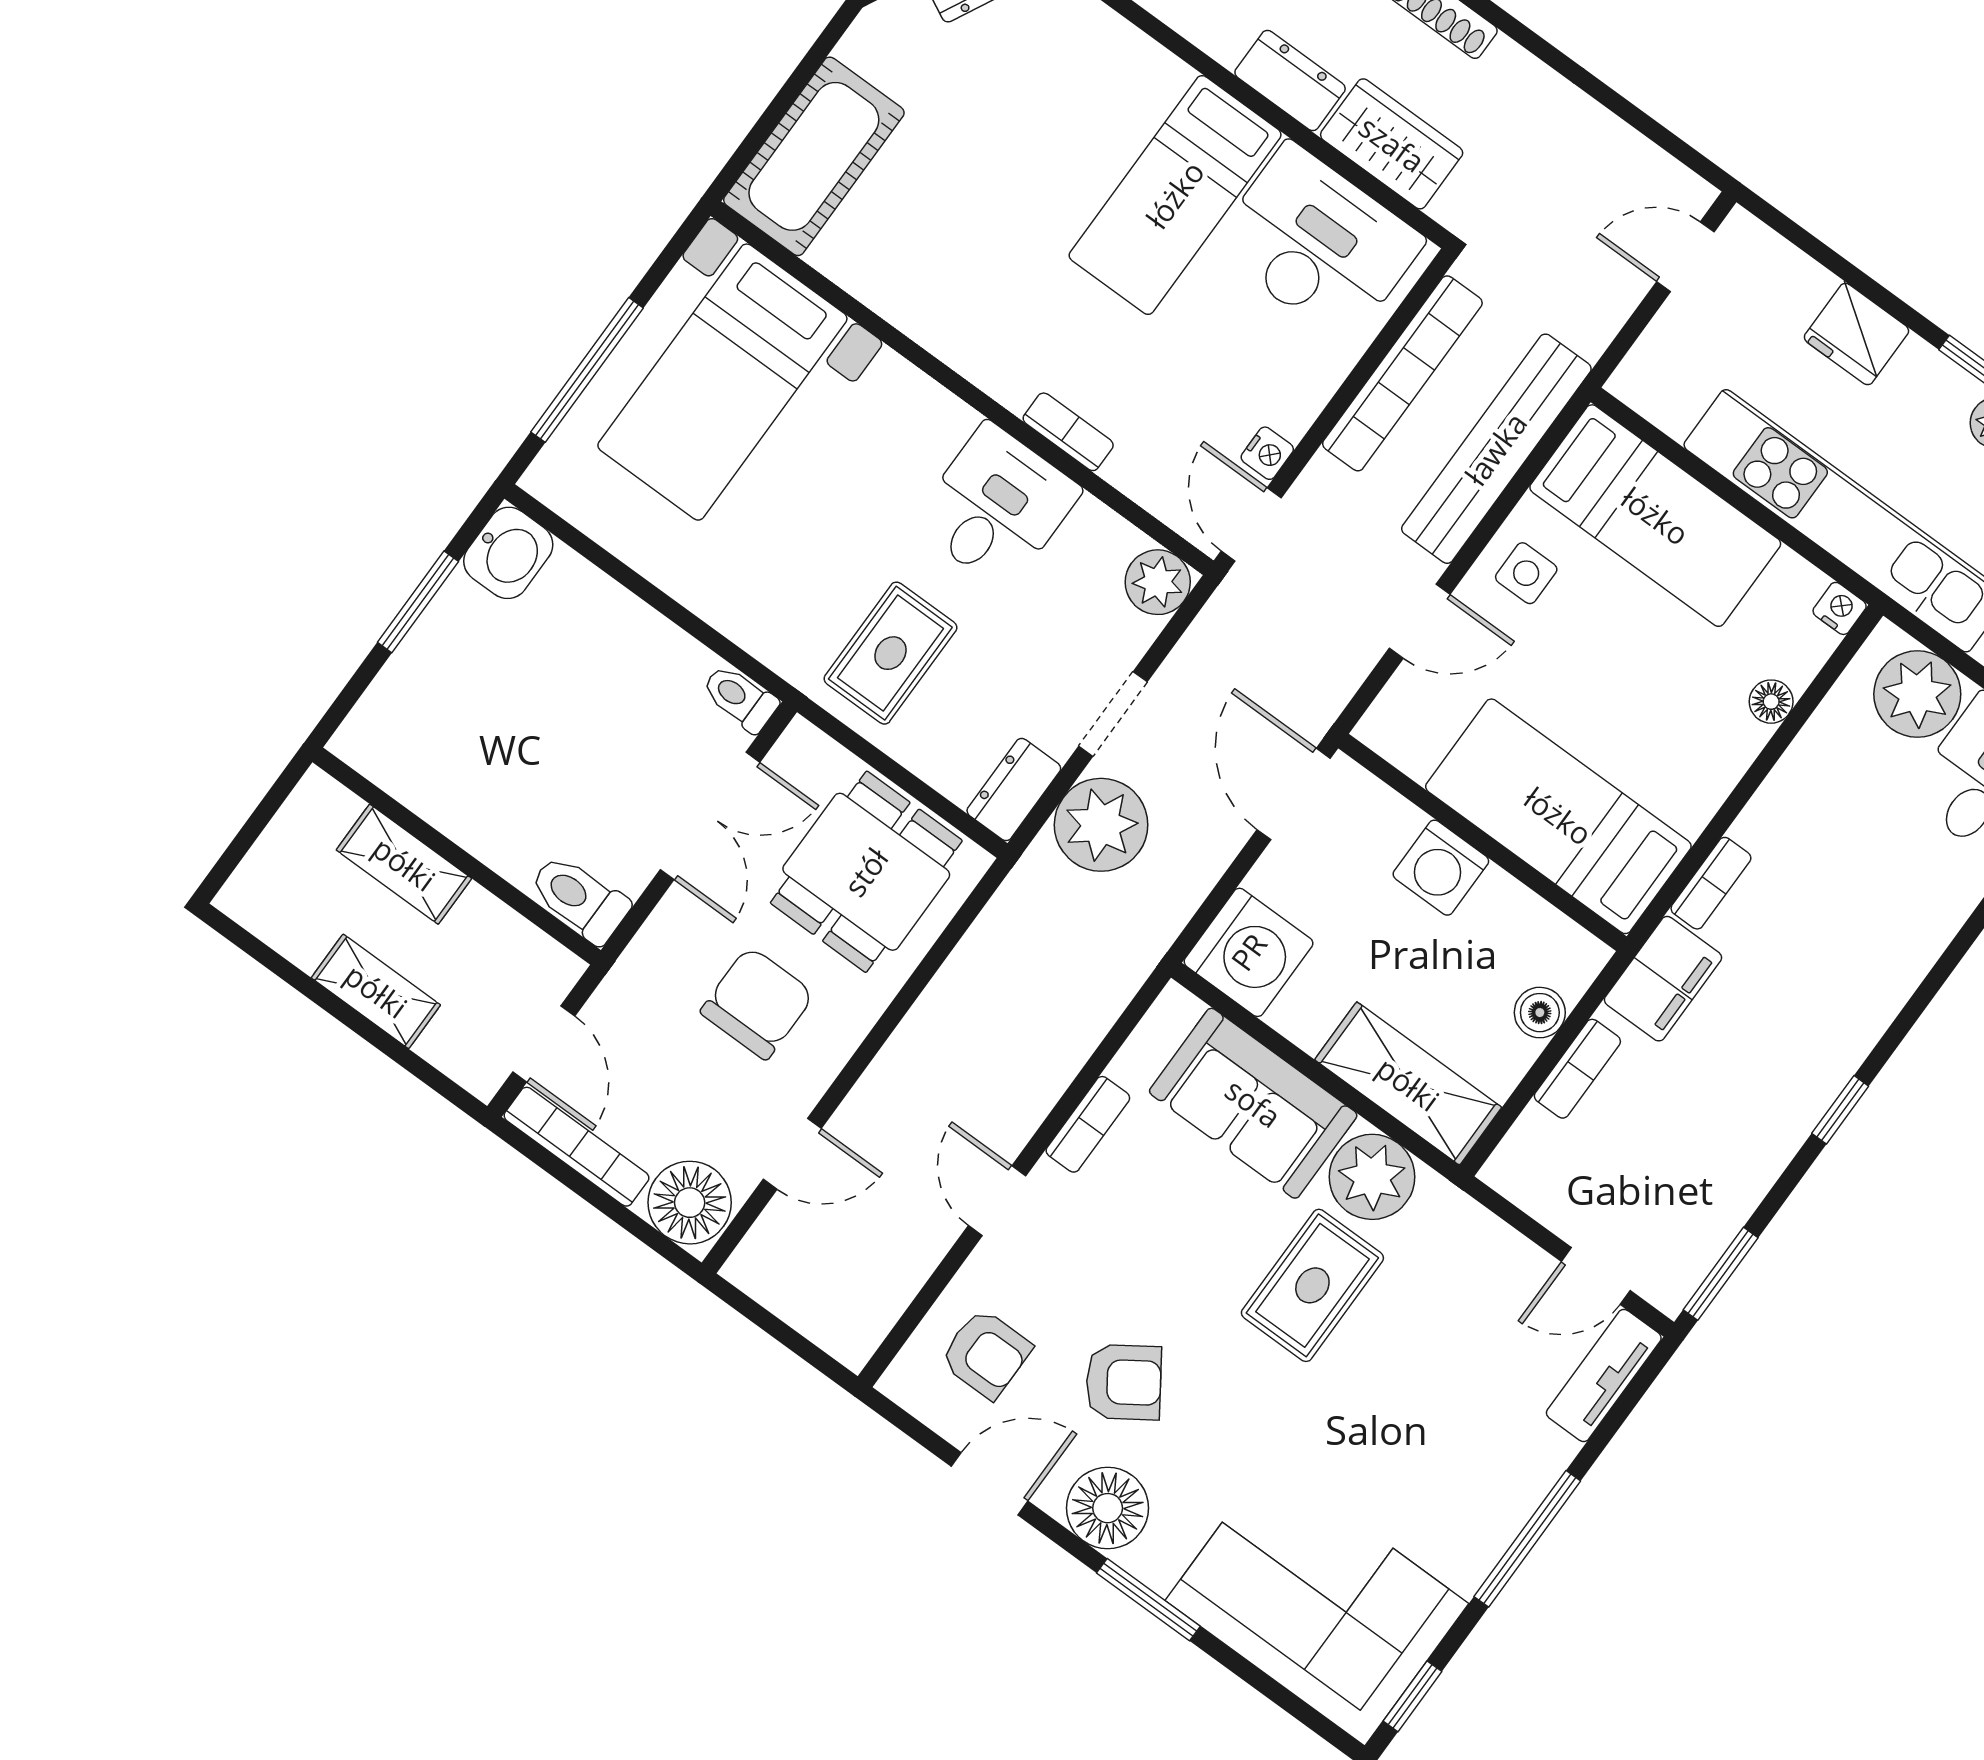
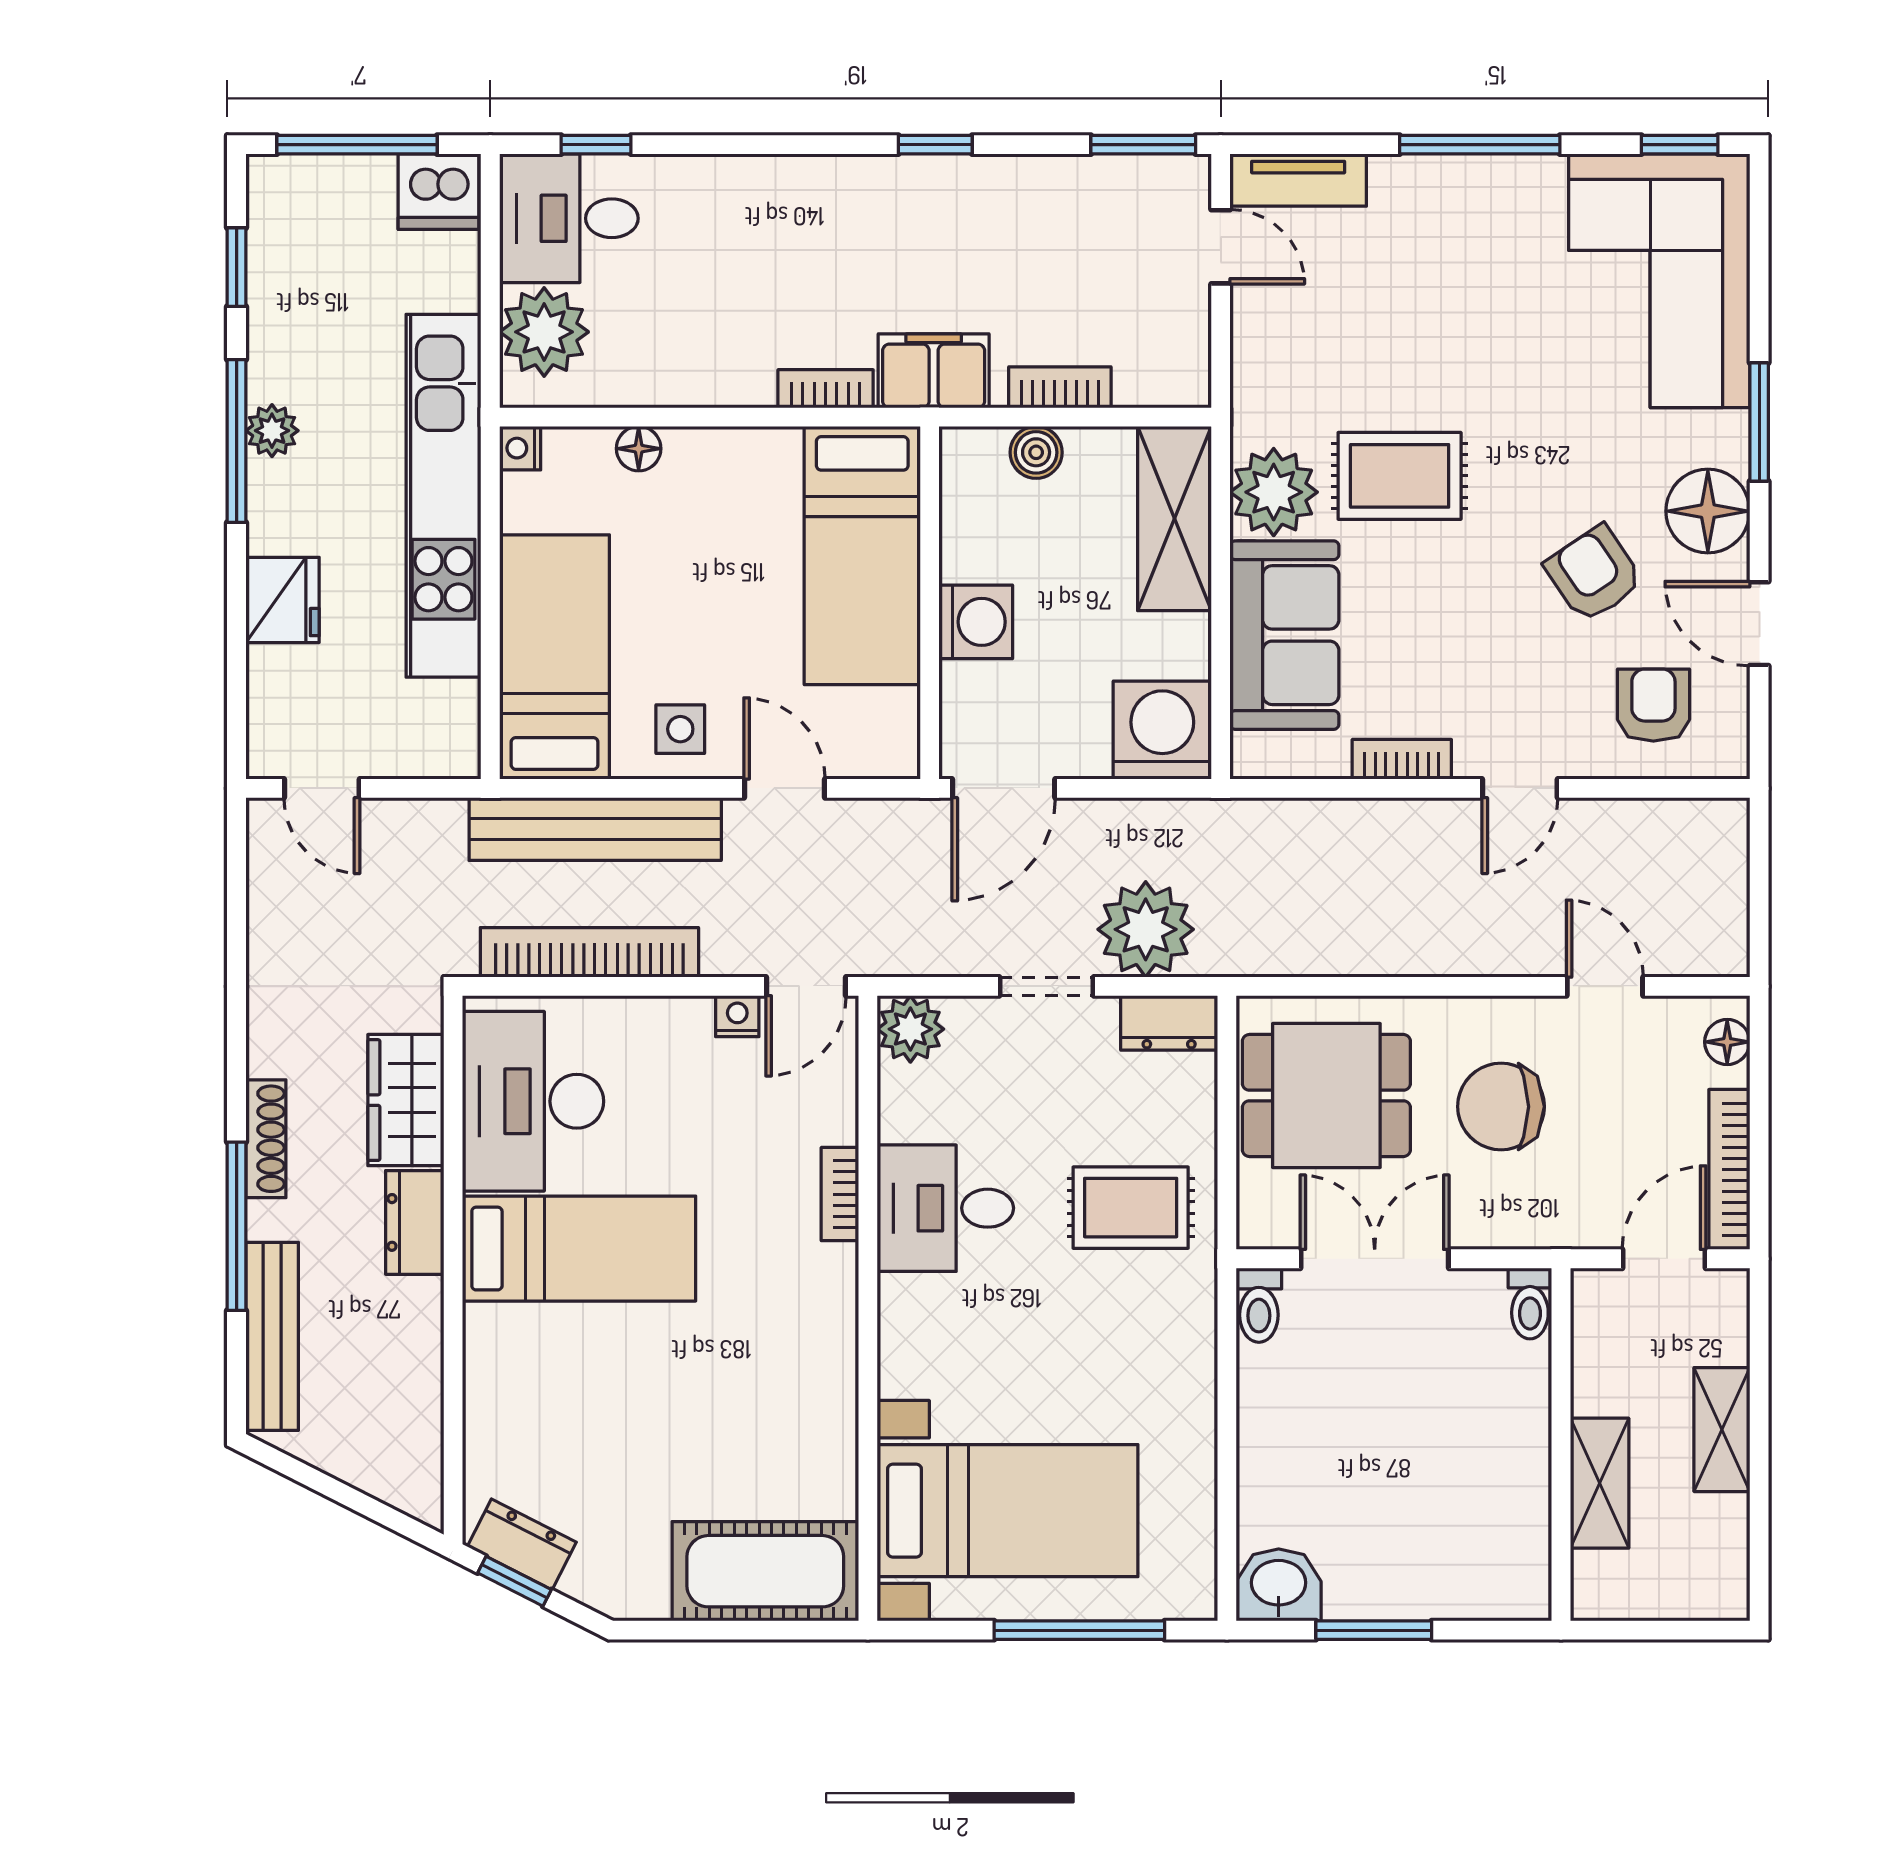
toilet: (579, 898) -> (1530, 1303), width x0.73, depth x0.72
floor lamp: (690, 1203) -> (1727, 1042), width x0.53, depth x0.53

